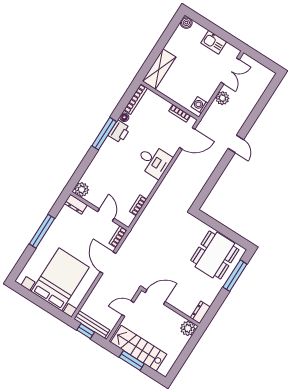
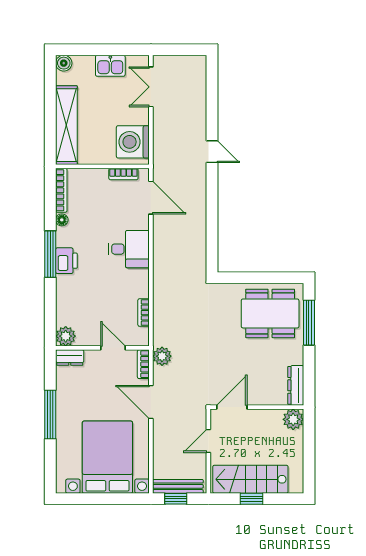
shelving: (159, 69) -> (66, 125), width x1.47
double door: (230, 71) -> (151, 87), swing flipped
plant: (222, 98) -> (162, 356), moved
washing machine: (200, 105) -> (133, 142), width x1.89, depth x1.89
printer: (119, 132) -> (66, 261), moved
door: (187, 138) -> (151, 198), hinge flipped
door: (236, 144) -> (212, 152), moved
dining table: (215, 255) -> (270, 313), turned 90
dresser: (200, 312) -> (296, 385), width x1.44
window: (132, 361) -> (251, 499), width x0.67

